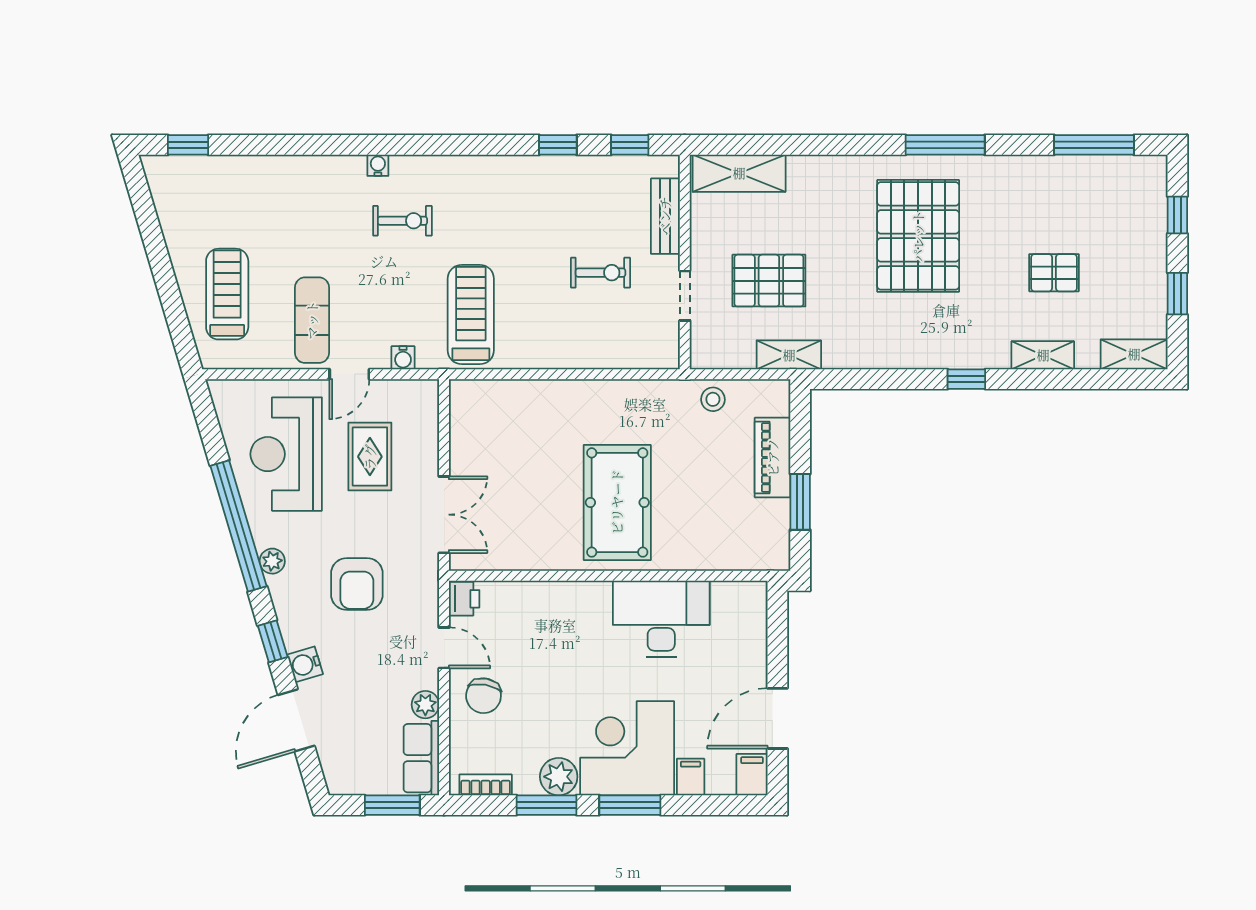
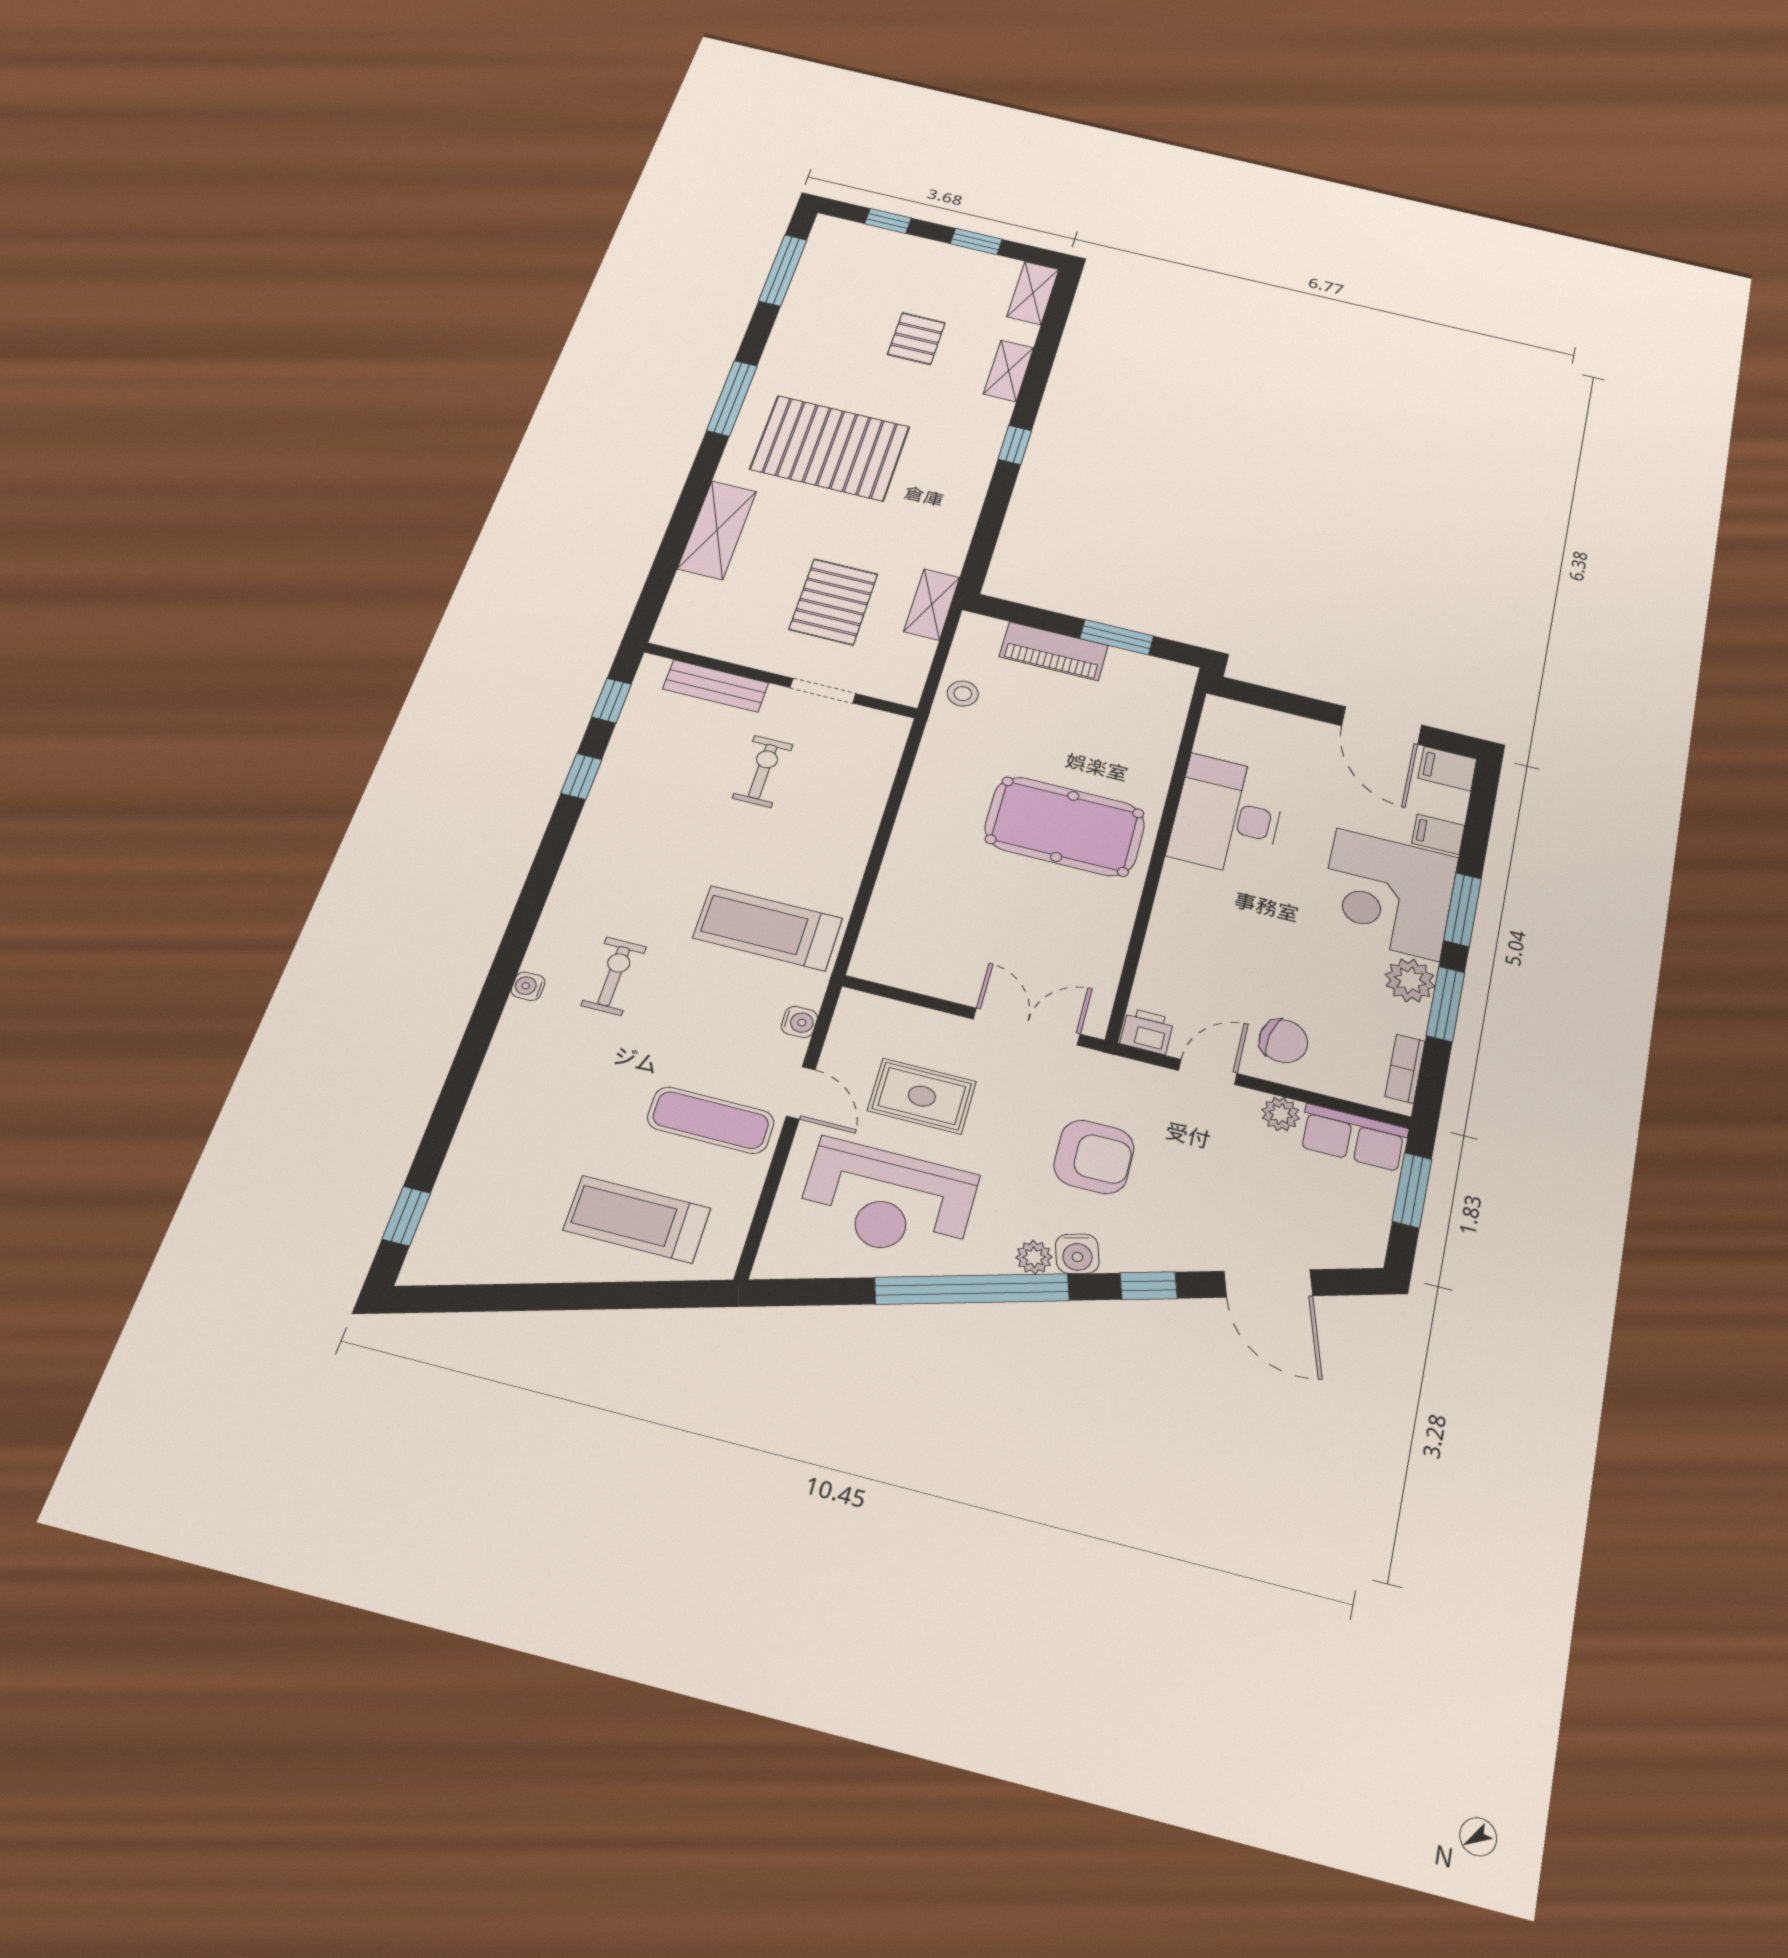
shelving: (739, 173) -> (717, 530), moved
water cooler: (305, 664) -> (1077, 1254), moved

